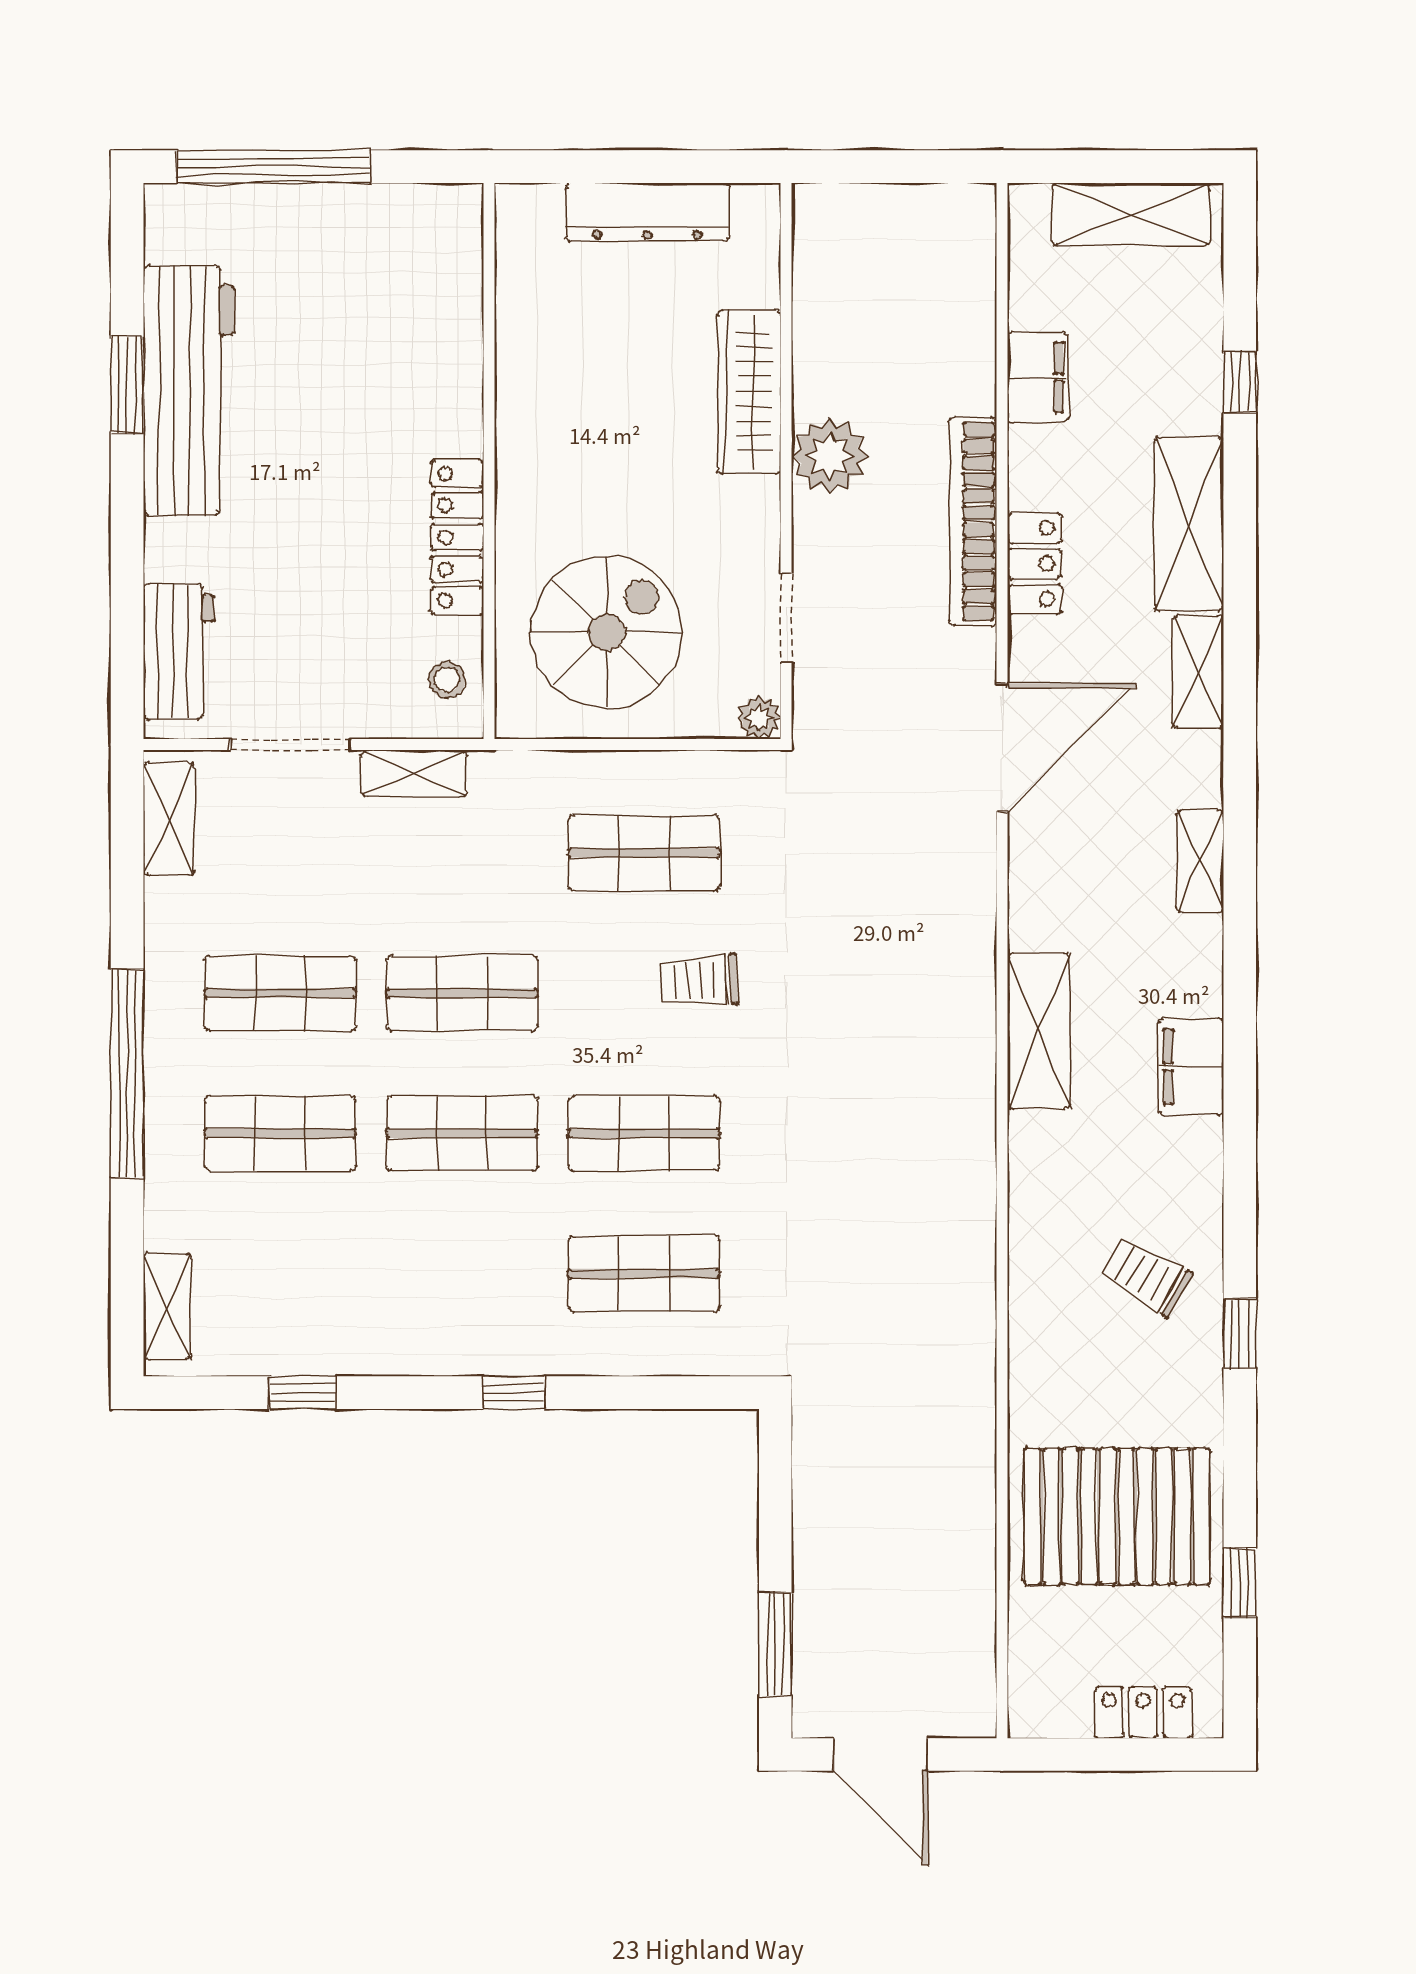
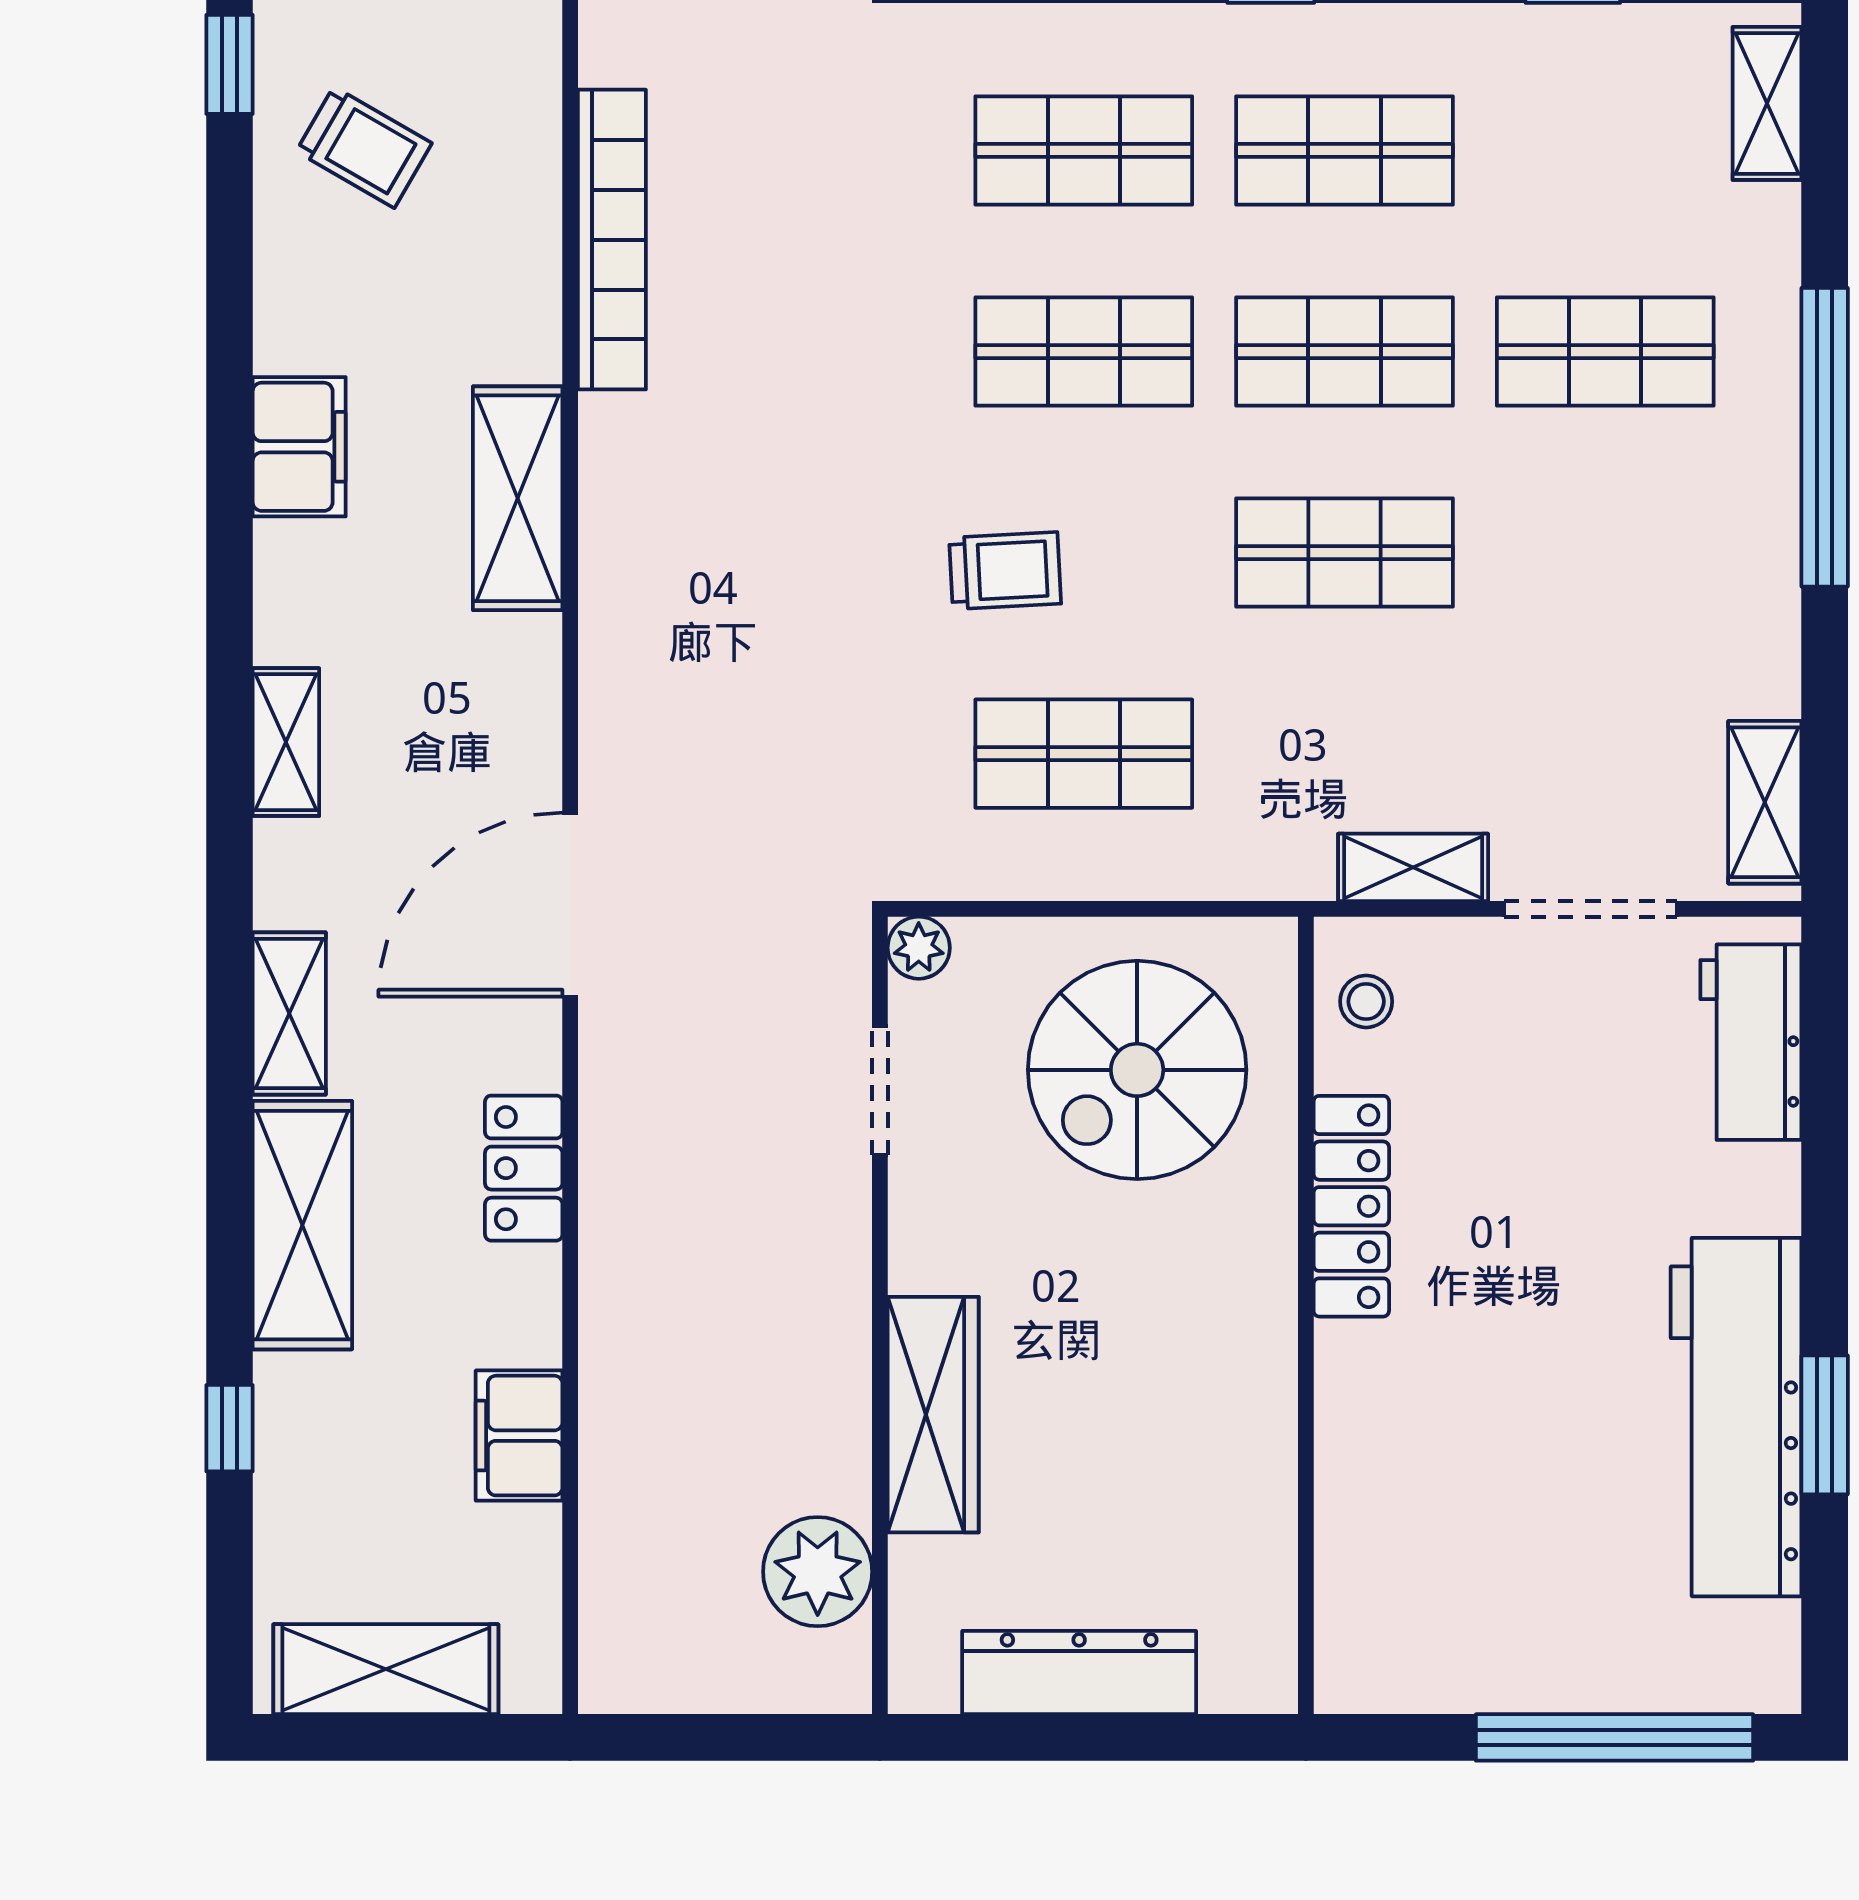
plant: (830, 456) -> (818, 1572), moved
bookcase: (973, 521) -> (612, 240), moved
shop shelf: (280, 993) -> (1345, 150), moved

